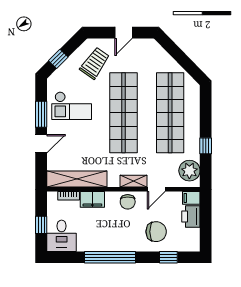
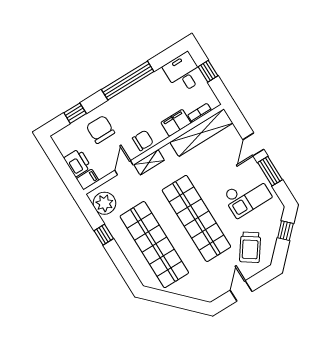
checkout: (72, 106) -> (247, 196), turned 180
chair: (128, 202) -> (143, 140), turned 90
chair: (156, 232) -> (100, 129), turned 90

